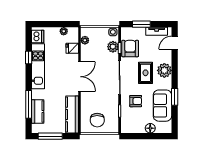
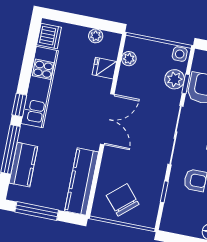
window: (29, 57) -> (19, 105), moved
chair: (97, 120) -> (123, 200), turned 139

